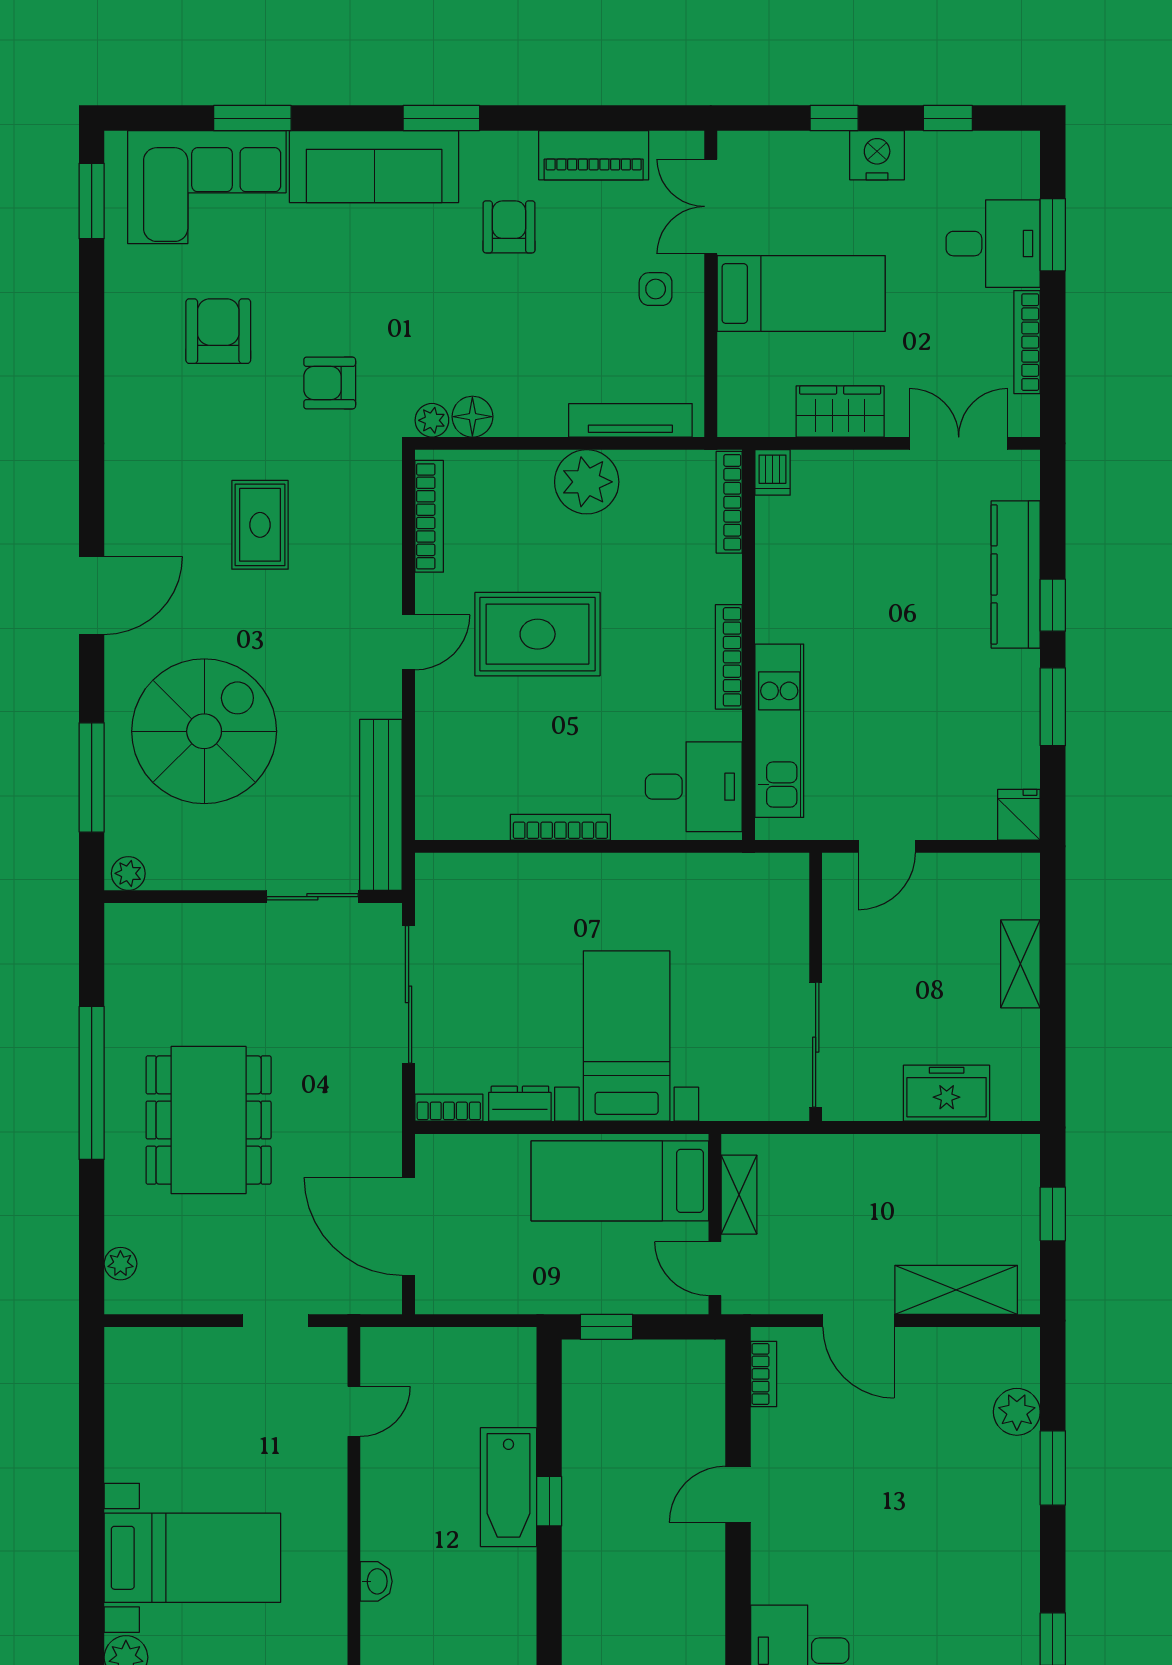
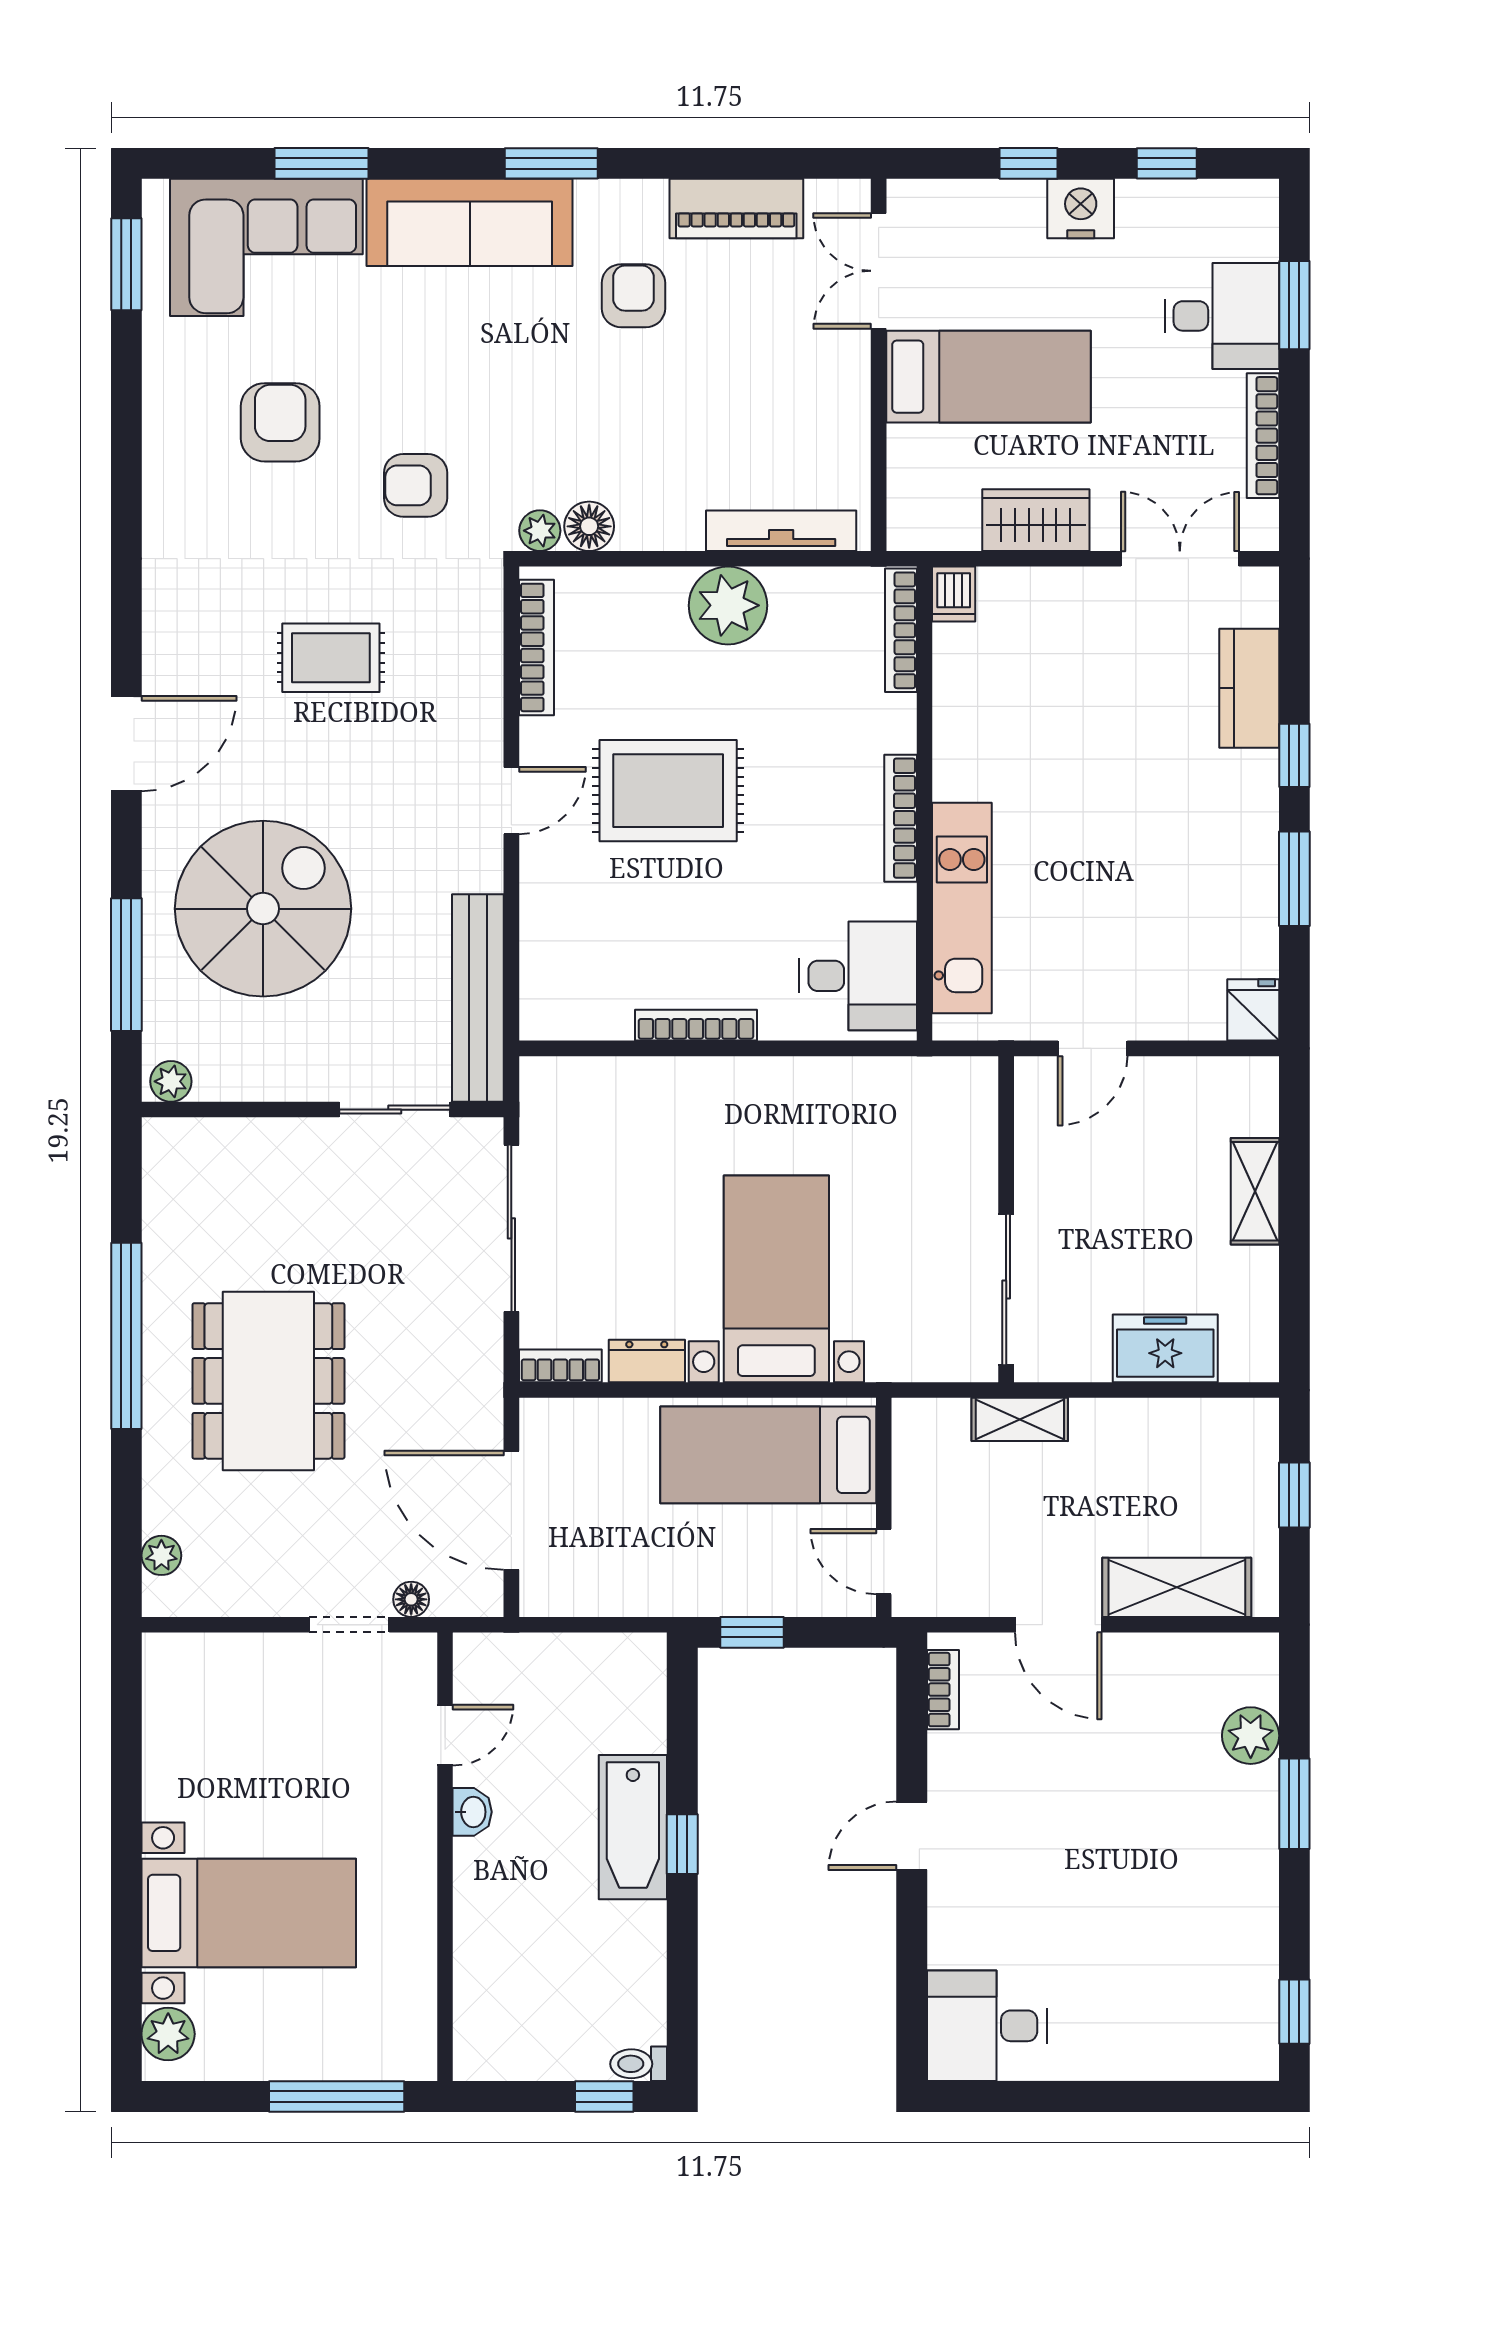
side table: (656, 289) -> (812, 371), removed
rug: (260, 525) -> (331, 658), turned 90
kitchen counter: (1016, 574) -> (1249, 688), width x0.67
shelving: (739, 1195) -> (1020, 1419), moved, turned 90
floor lamp: (326, 1300) -> (411, 1599), added
washbasin: (376, 1581) -> (472, 1812), moved

